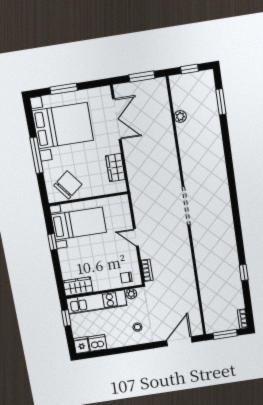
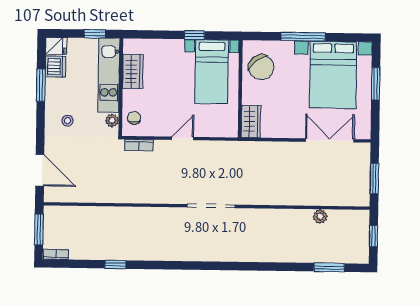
double door: (117, 119) -> (330, 140), swing flipped
wardrobe: (115, 168) -> (251, 121), moved, turned 90
wardrobe: (78, 286) -> (133, 72), moved
window: (114, 351) -> (41, 85), added

